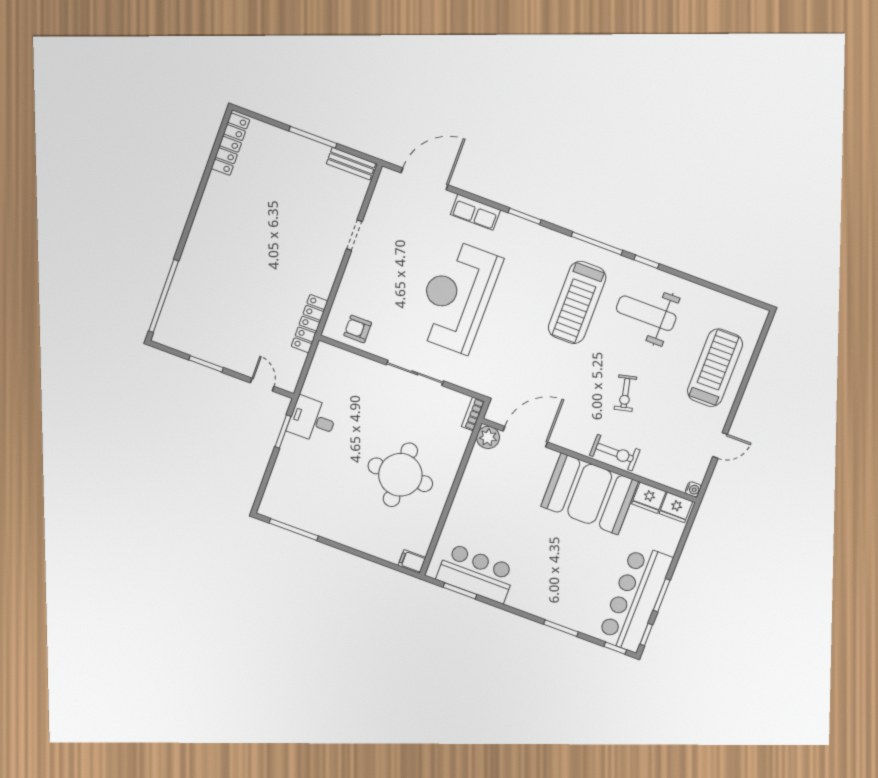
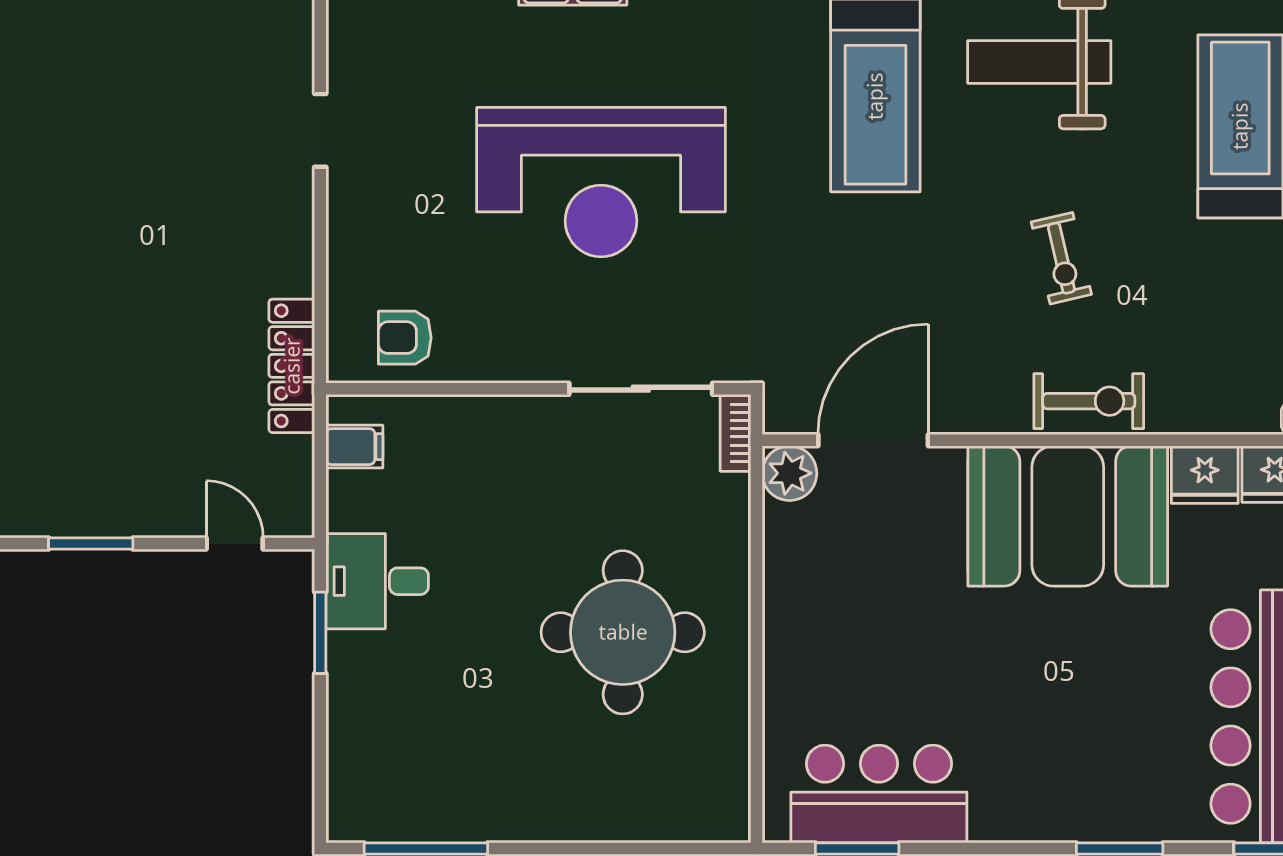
reception desk: (457, 297) -> (601, 182), turned -90
sliding door: (415, 373) -> (641, 389), moved
filing cabinet: (412, 561) -> (354, 447), moved, turned 180

